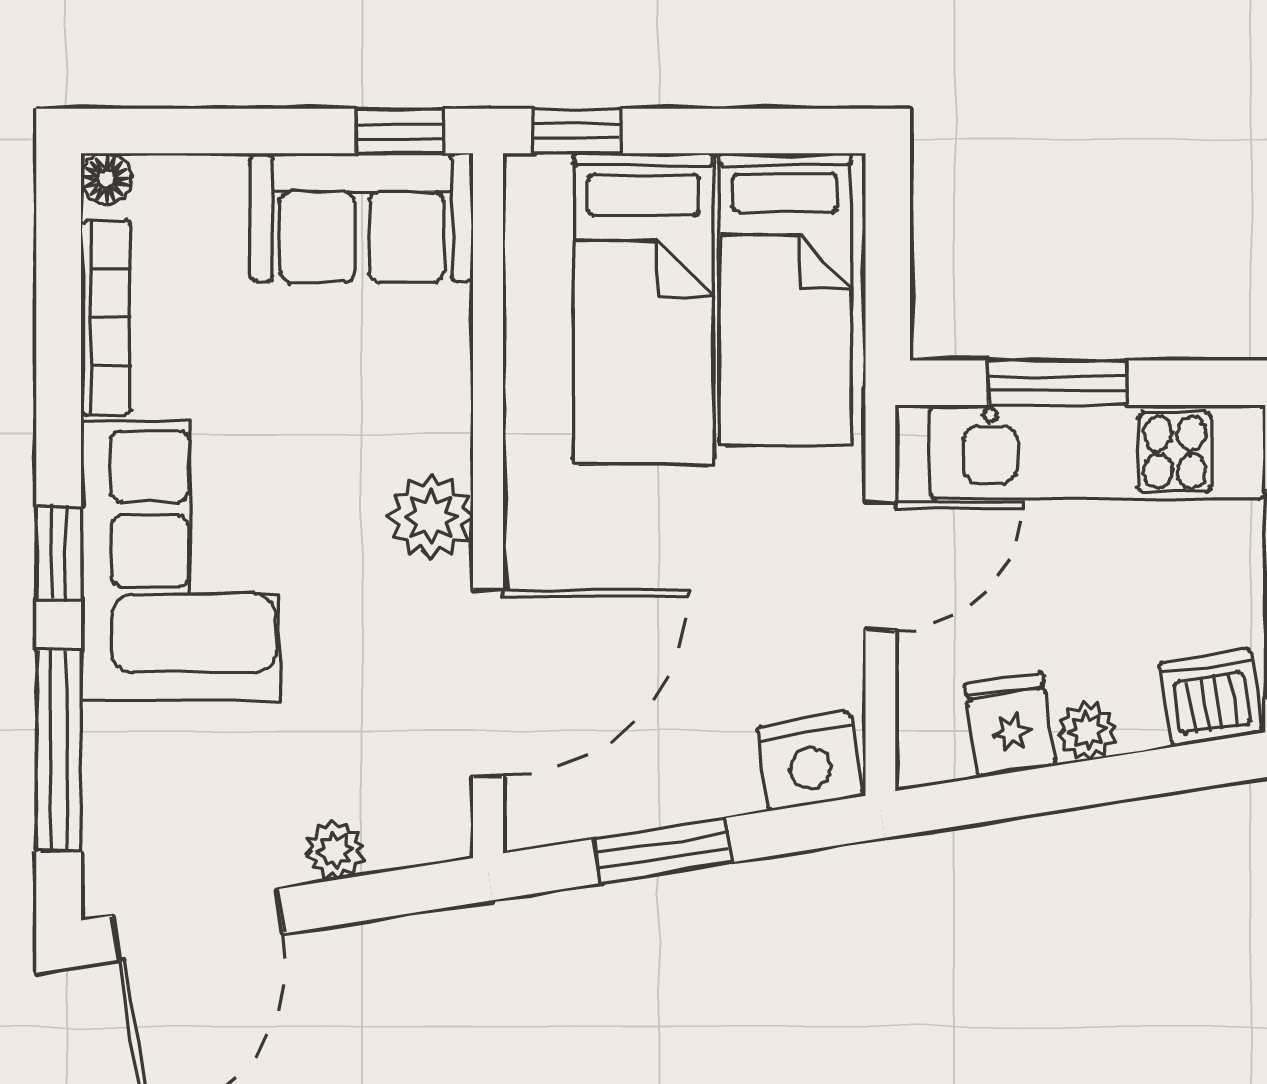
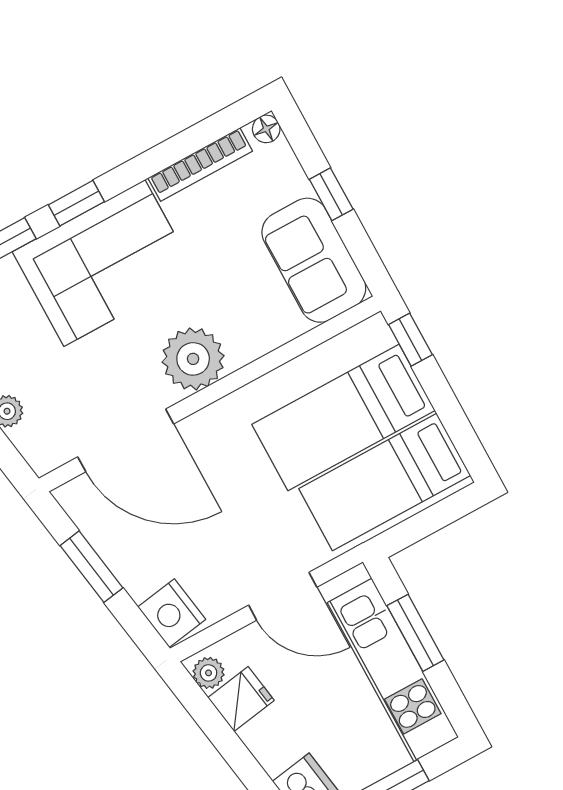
window: (400, 131) -> (331, 194), moved
plant: (431, 517) -> (193, 359), width x1.36, depth x1.36
plant: (1087, 731) -> (209, 673), moved

